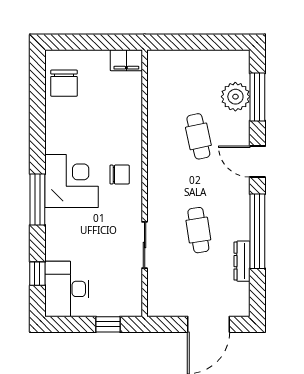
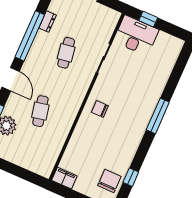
corner desk: (72, 181) -> (132, 118), removed
dresser: (242, 261) -> (48, 22), width x0.70
window: (37, 274) -> (131, 177), moved
desk: (67, 289) -> (136, 36), moved, turned -90

